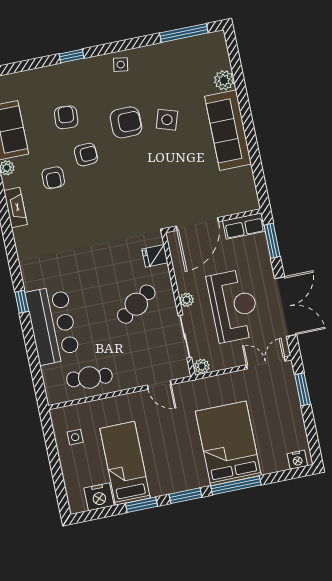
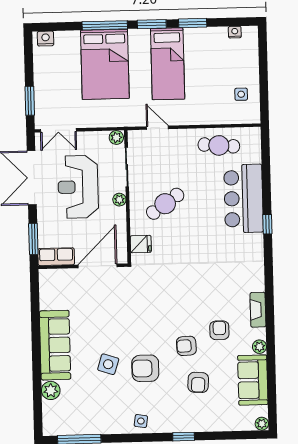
bed: (125, 463) -> (168, 64), moved
nightstand: (99, 497) -> (235, 32), width x0.53, depth x0.56

